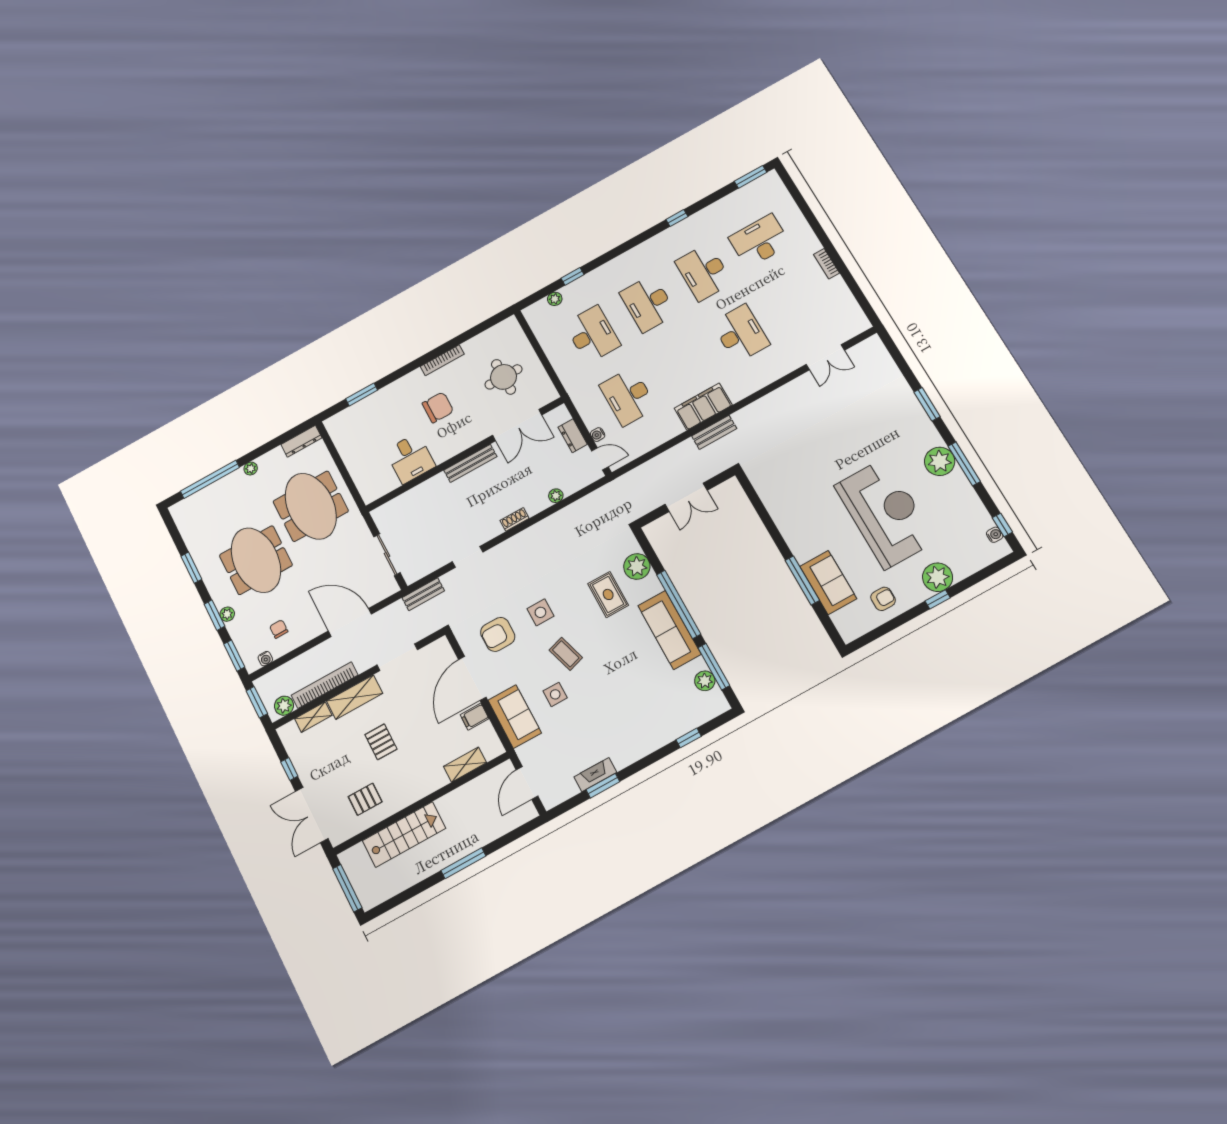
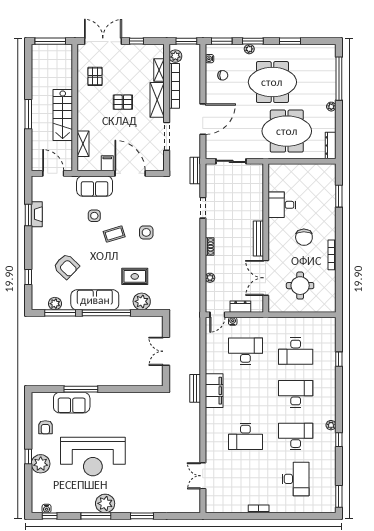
plant: (555, 299) -> (331, 425), moved
armchair: (498, 634) -> (66, 266), moved, turned 134
stairs: (404, 834) -> (63, 115), moved

